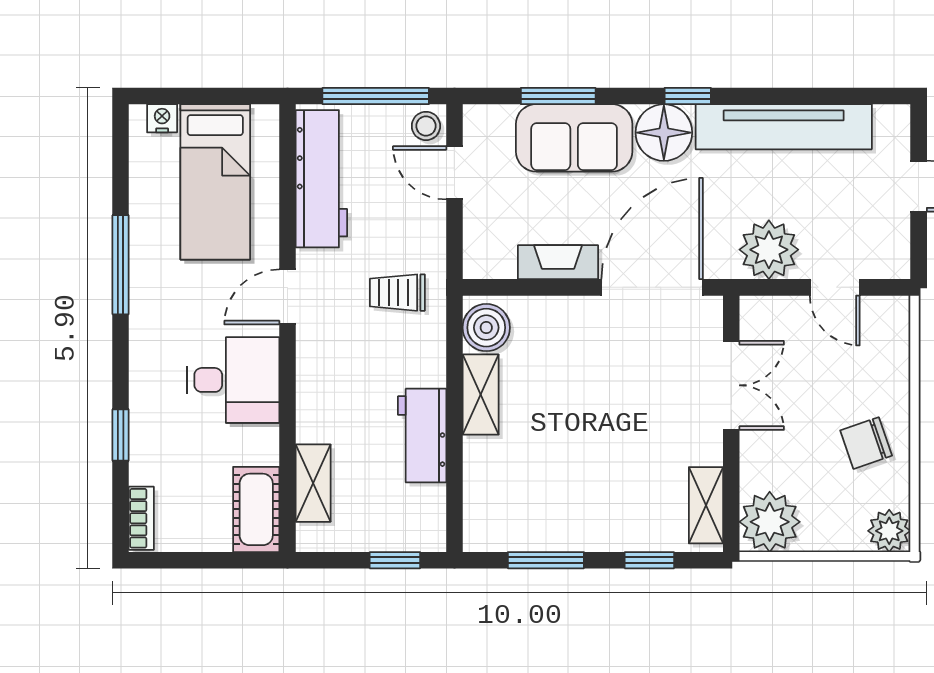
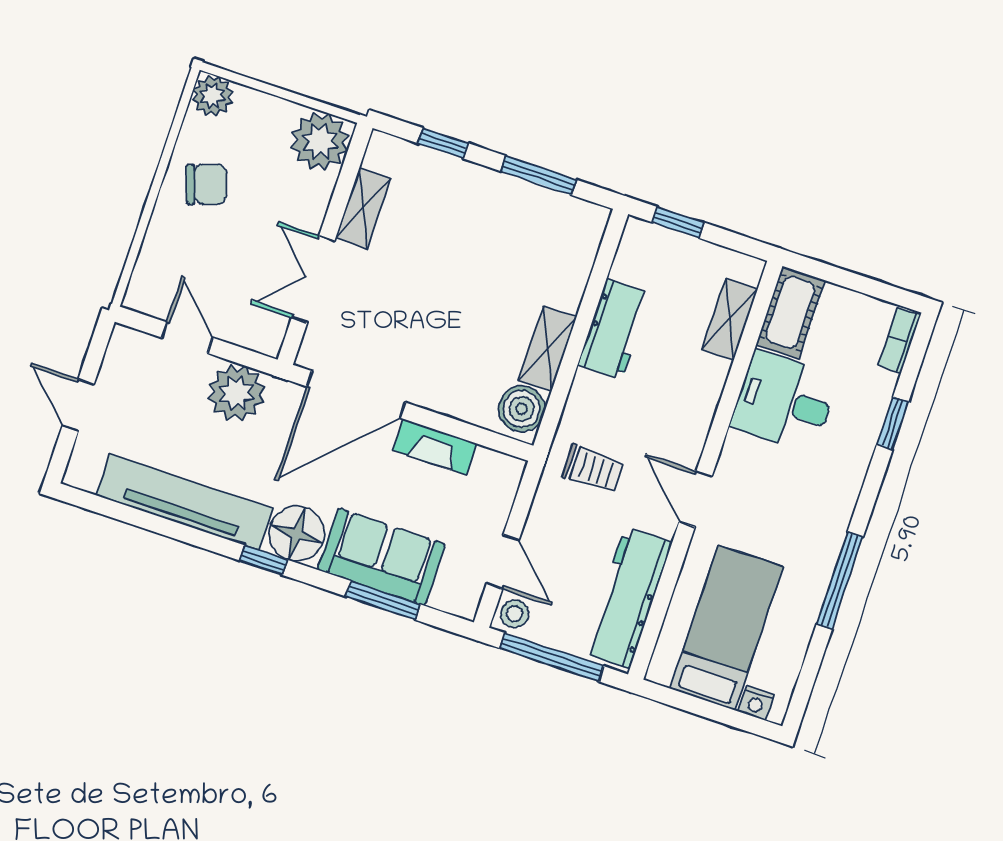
door: (287, 297) -> (696, 499), swing flipped
desk: (233, 380) -> (784, 401), moved
shelving: (706, 505) -> (363, 208), moved

